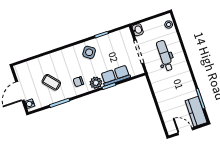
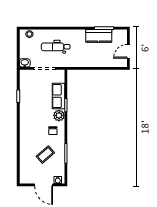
side table: (89, 52) -> (30, 112), removed
kitchen counter: (196, 112) -> (99, 36), moved

